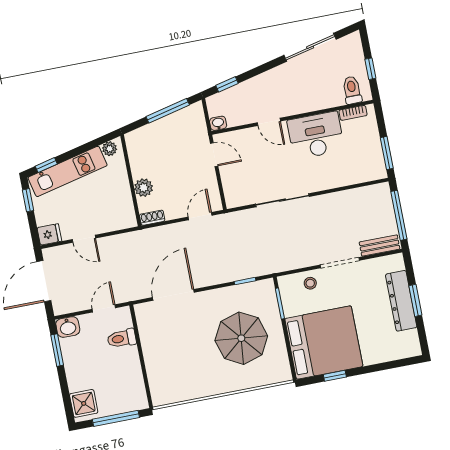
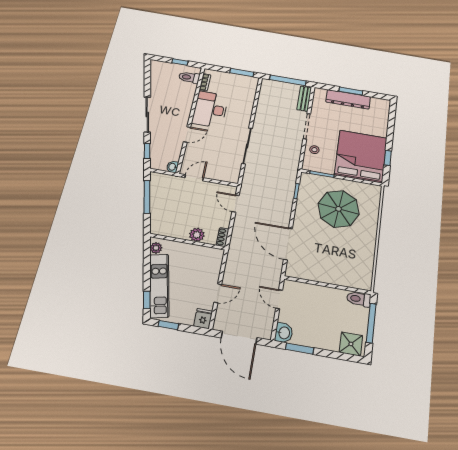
sliding door: (310, 47) -> (147, 114), moved
toilet: (122, 338) -> (359, 299), moved, turned 90

